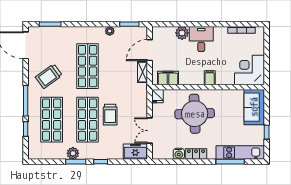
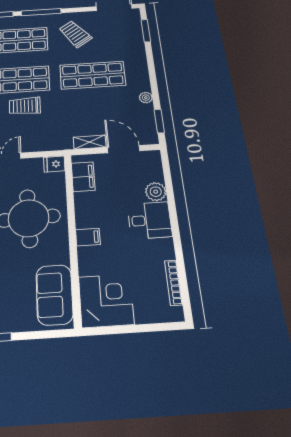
sofa: (254, 107) -> (54, 295), moved, turned -90

